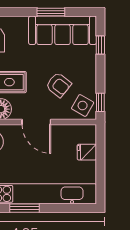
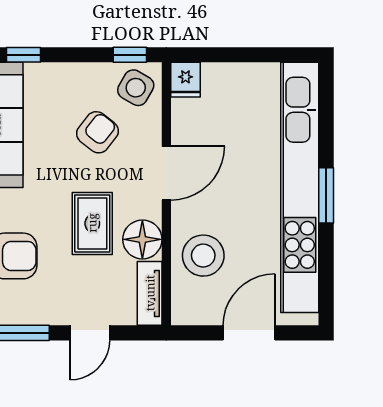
fridge: (87, 152) -> (186, 80), moved

